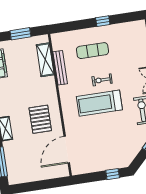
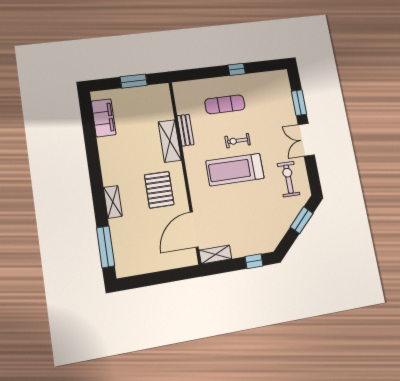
shelving: (45, 60) -> (170, 141), moved
bench: (60, 68) -> (185, 130), width x0.73
shelving: (83, 169) -> (215, 255), added

